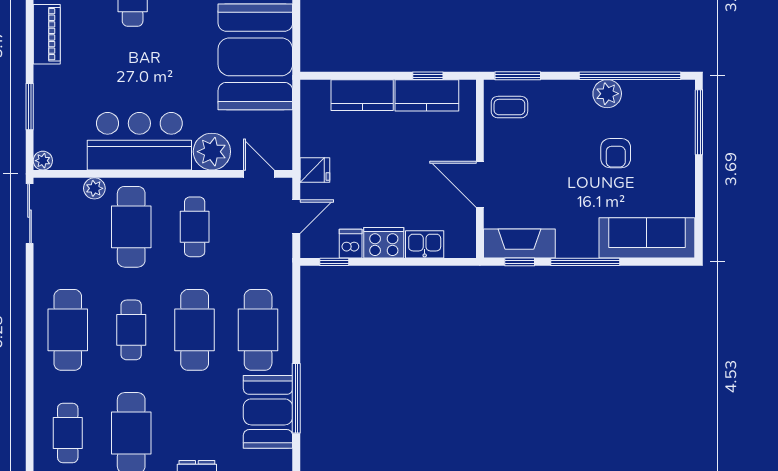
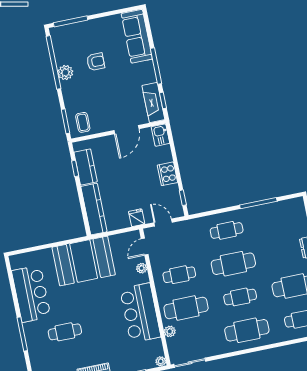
kitchen counter: (362, 95) -> (94, 209), width x1.50
plant: (212, 152) -> (142, 268), width x0.53, depth x0.53
dishwasher: (351, 244) -> (171, 191), removed
kitchen sink: (425, 244) -> (160, 135), moved
cafe table: (258, 330) -> (227, 230), width x0.73, depth x0.74
booth: (268, 412) -> (269, 216), removed

